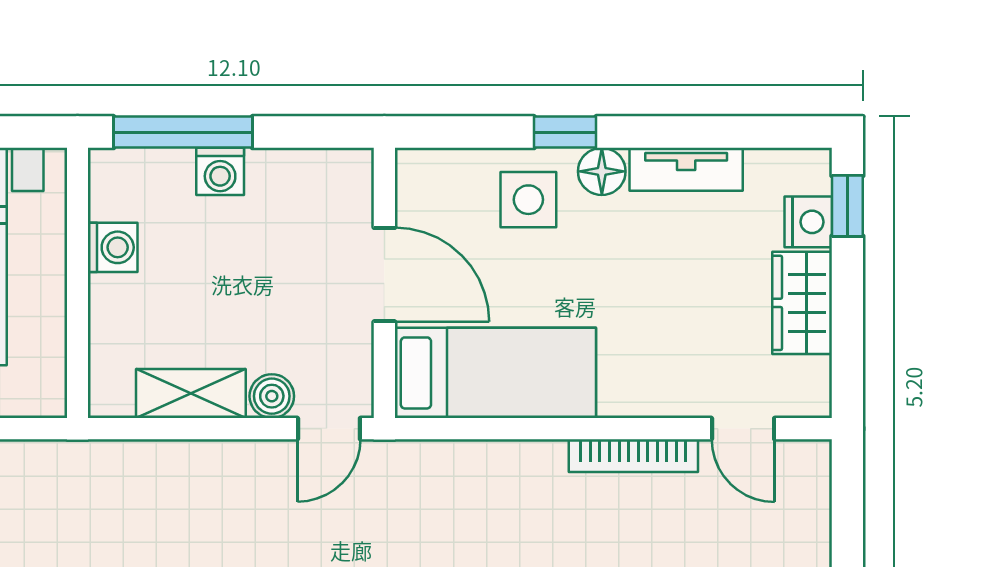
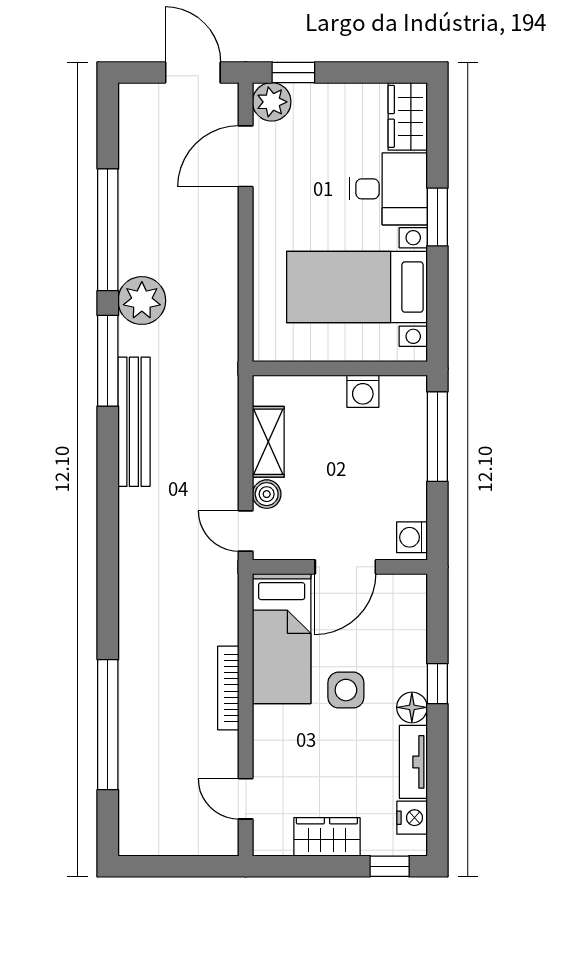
washing machine: (220, 171) -> (412, 537), moved
side table: (528, 200) -> (346, 690), moved
nightstand: (808, 222) -> (412, 818), moved, turned -90
door: (743, 429) -> (246, 799), hinge flipped
bookcase: (633, 456) -> (228, 688), moved

